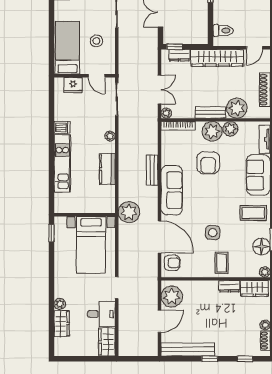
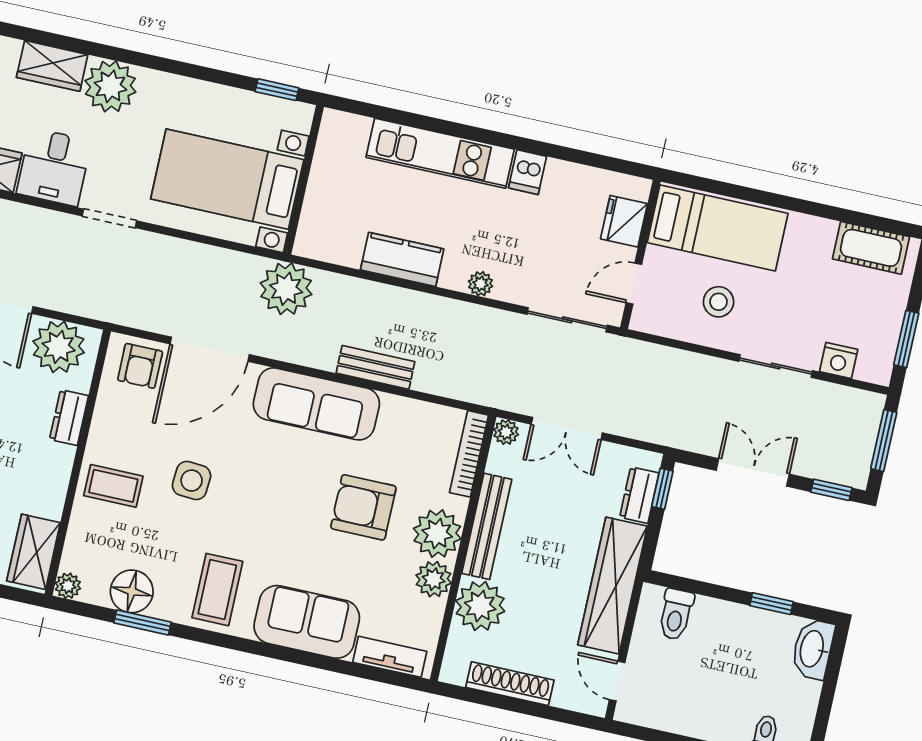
bench: (210, 112) -> (487, 526), width x1.36
dresser: (229, 286) -> (69, 418), moved
plant: (60, 304) -> (110, 86), width x1.87, depth x1.87

